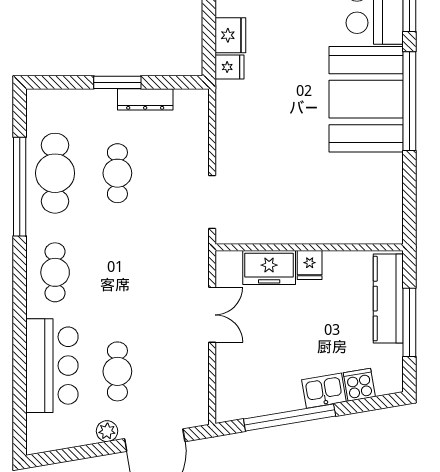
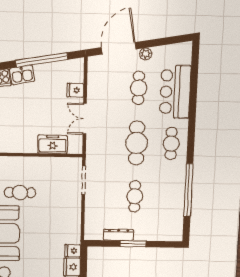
cafe table: (55, 173) -> (137, 143), moved
cafe table: (328, 177) -> (20, 193), added
fridge: (310, 265) -> (75, 90), moved, turned -90

